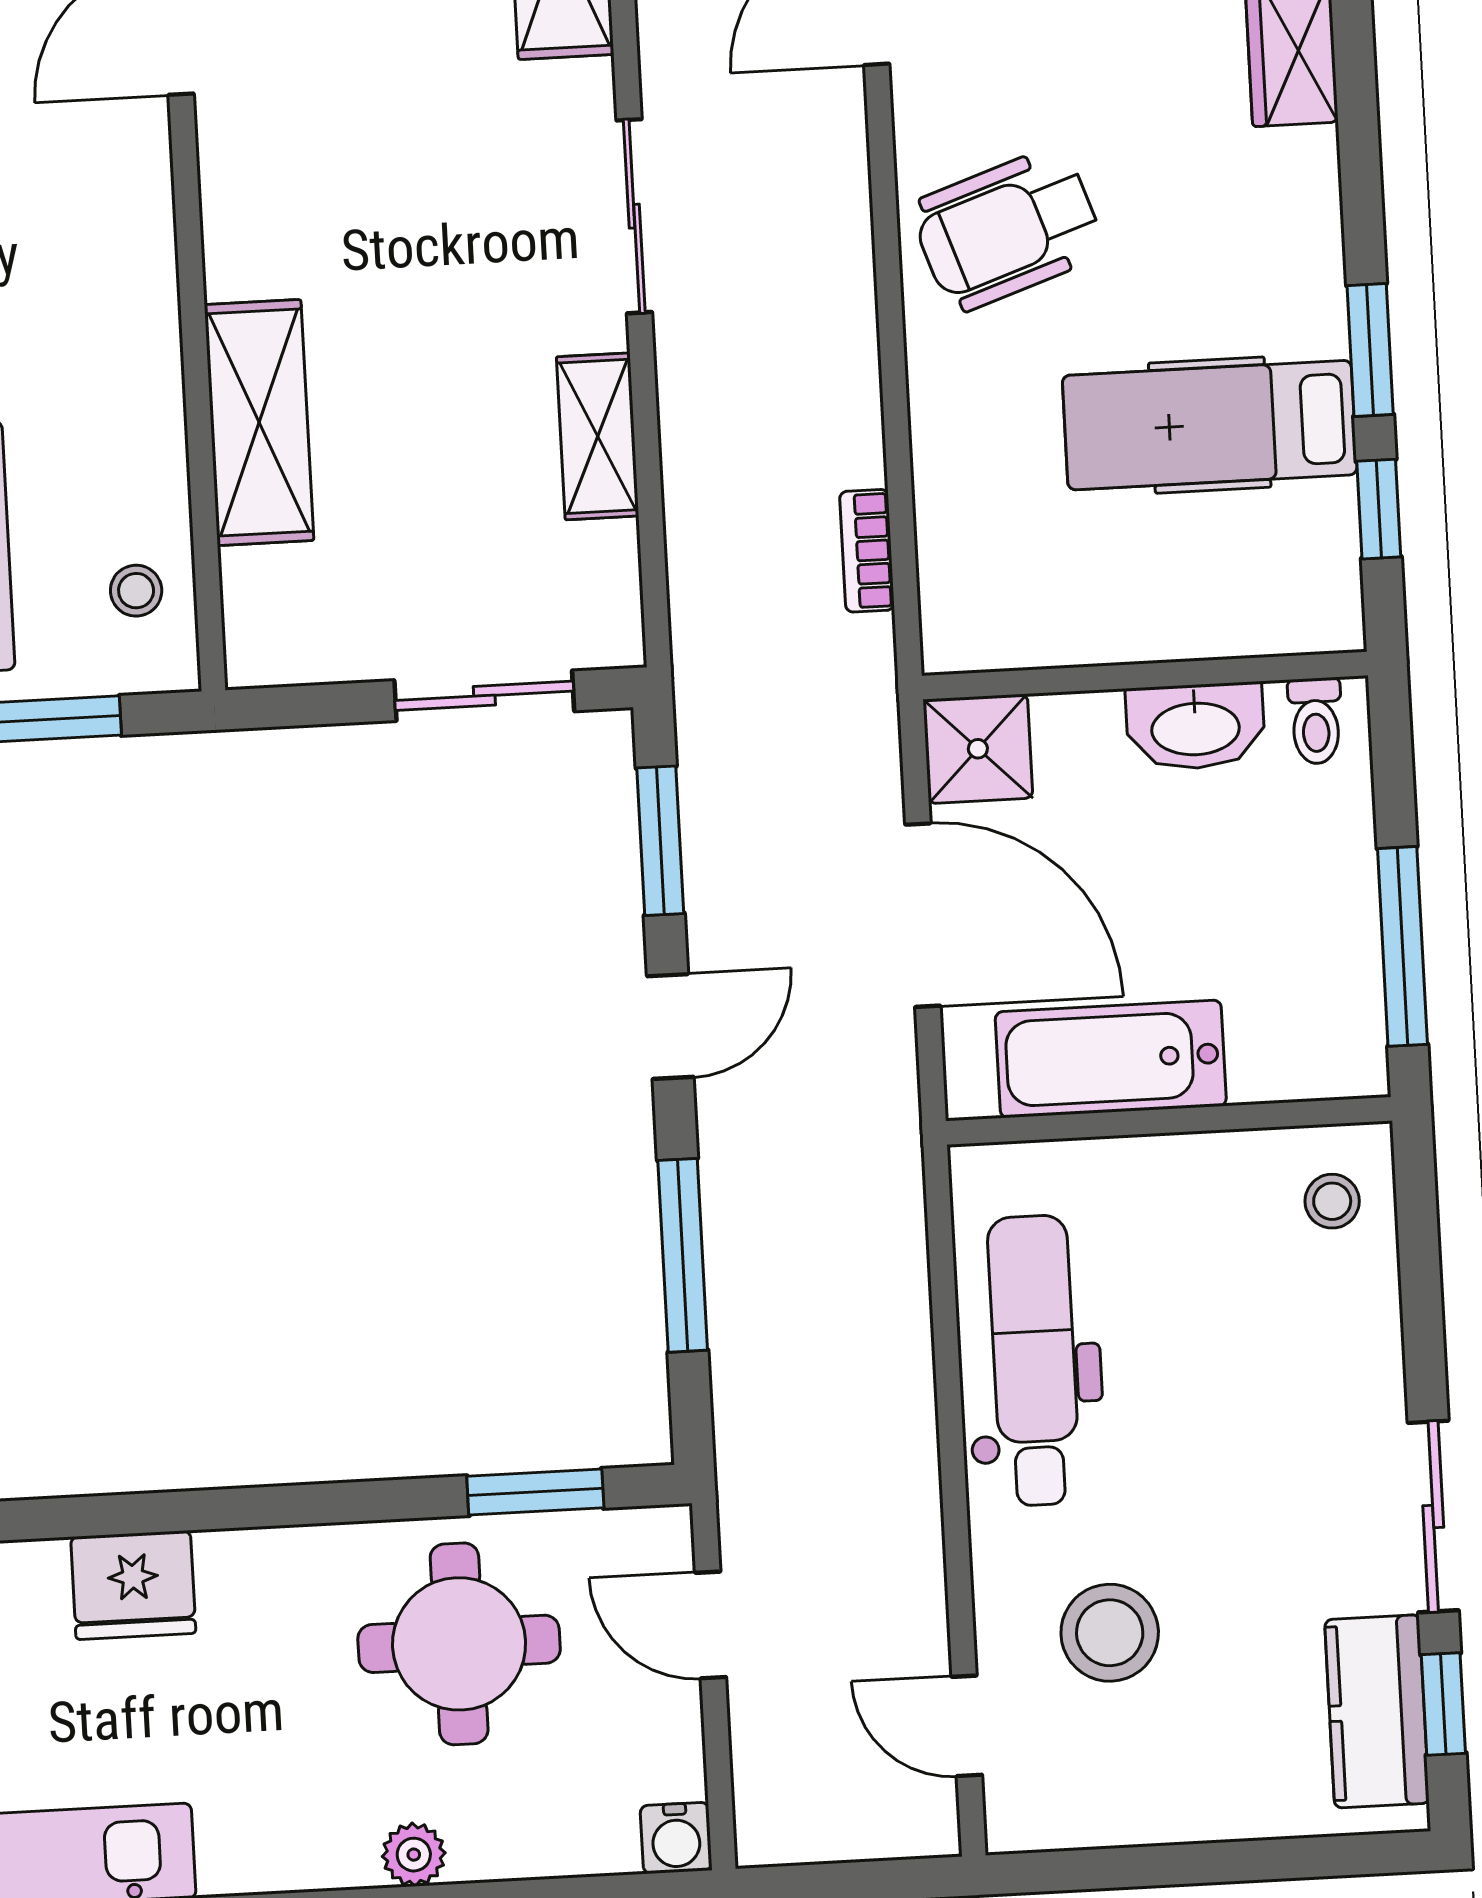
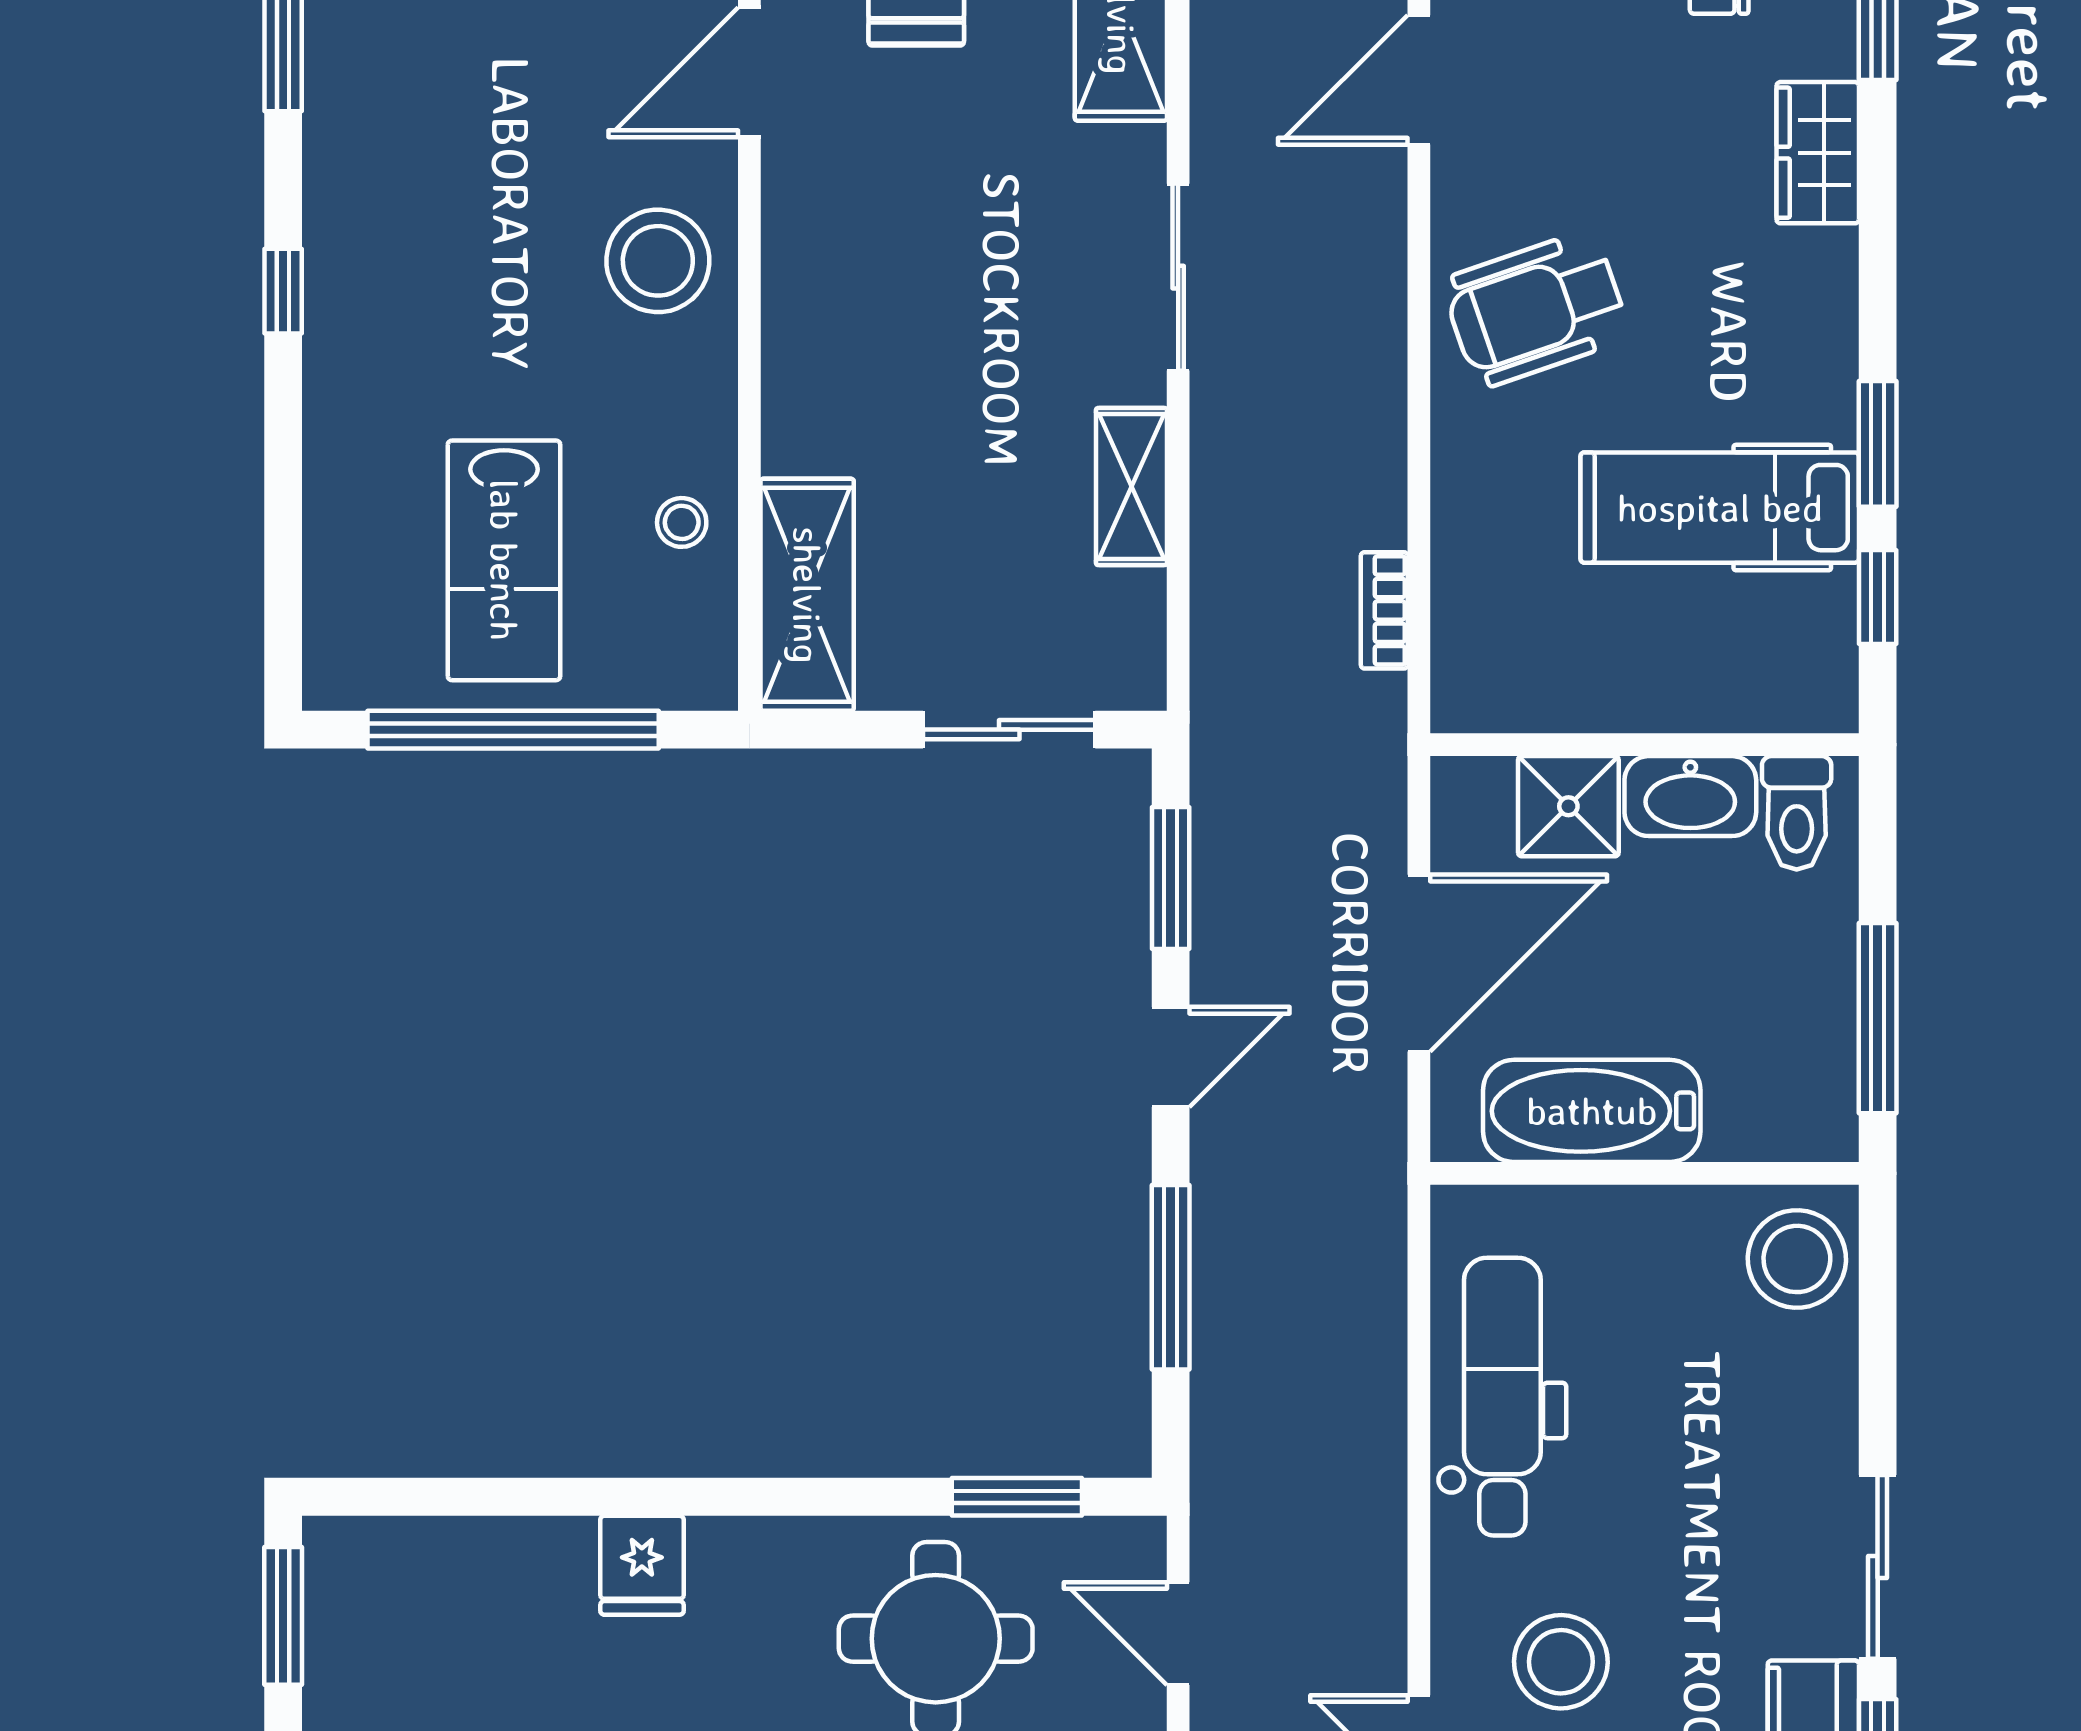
stool: (93, 229) -> (658, 261), added
shelving: (259, 423) -> (807, 595), moved
stool: (136, 591) -> (682, 522), moved
toilet: (1316, 721) -> (1797, 813), width x1.37, depth x1.39
shower: (978, 749) -> (1568, 806), moved
door: (923, 915) -> (1419, 963), hinge flipped
stool: (1332, 1201) -> (1797, 1259), width x1.89, depth x1.89
fridge: (133, 1585) -> (642, 1565), width x0.72

